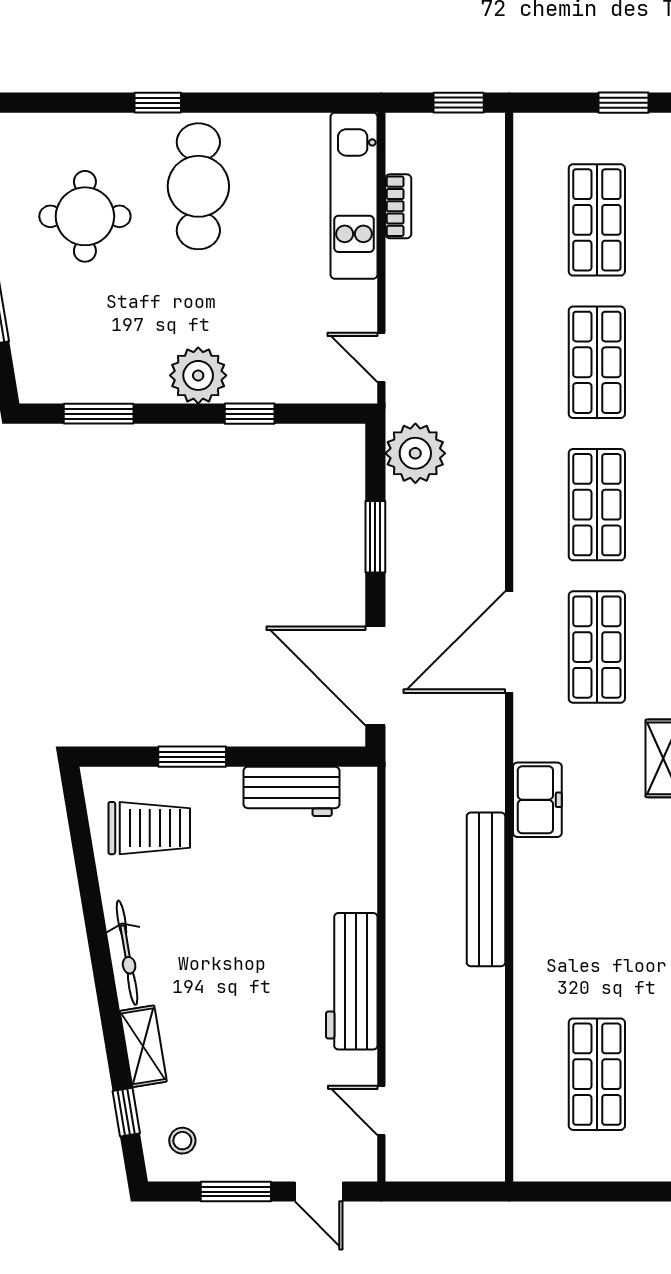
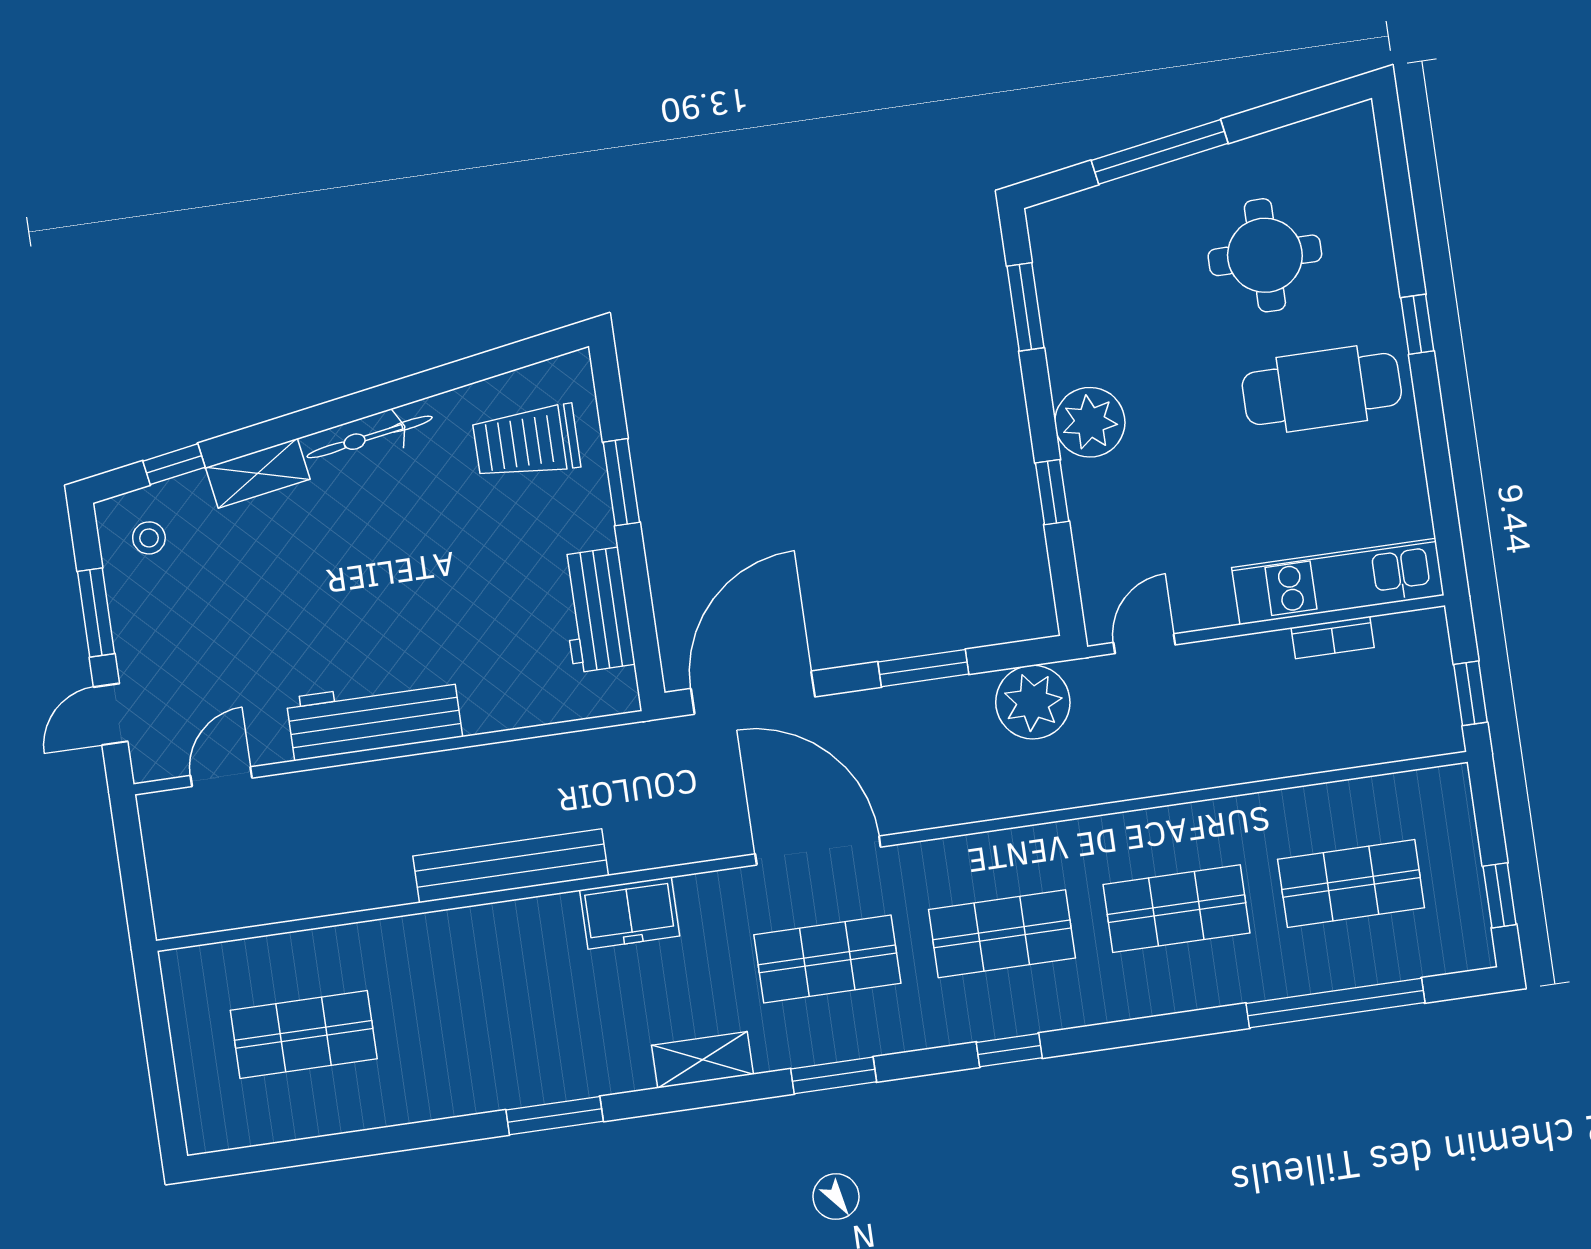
trolley: (149, 828) -> (526, 442), turned 90

